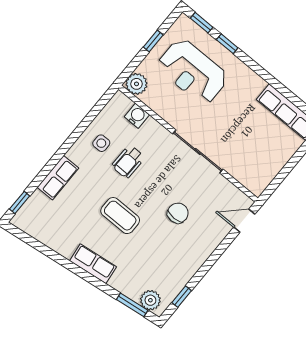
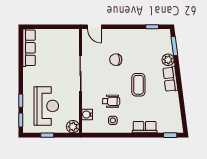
plant: (150, 300) -> (168, 60), moved

